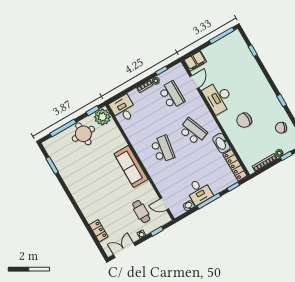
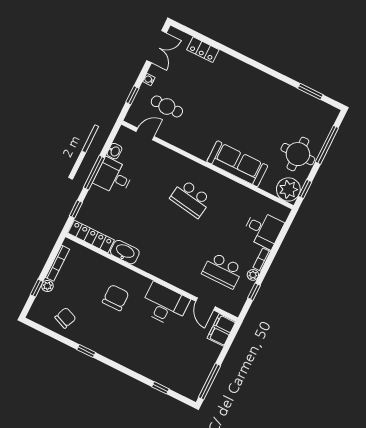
desk: (123, 109) -> (263, 229), moved
school desk: (193, 131) -> (168, 244), removed
sofa: (131, 166) -> (237, 164), moved

